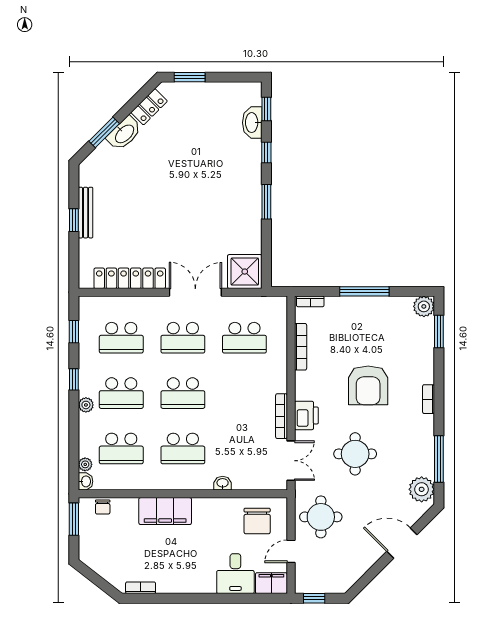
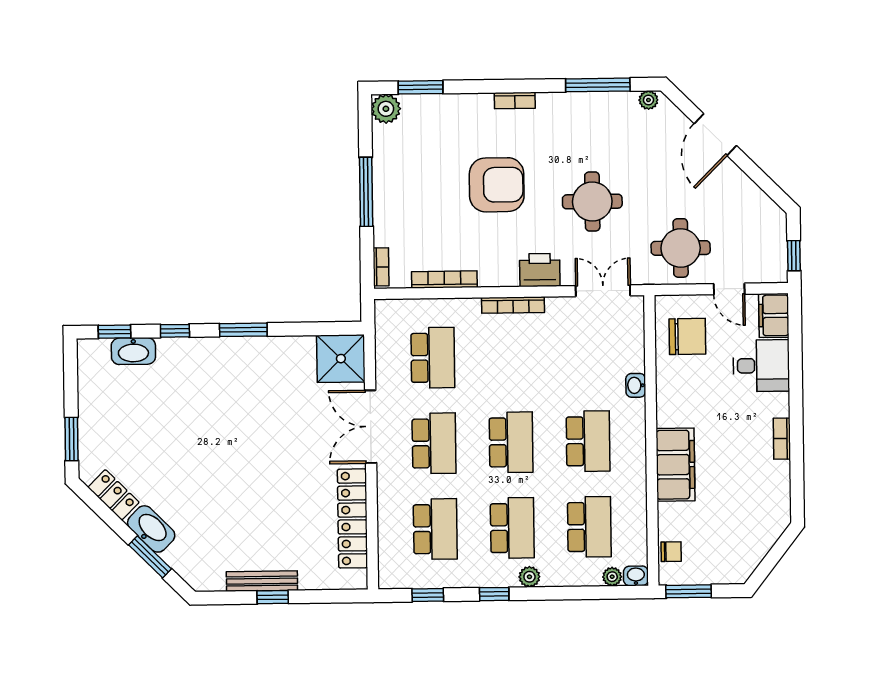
bookcase: (281, 416) -> (513, 305), moved
plant: (422, 489) -> (648, 100), width x0.53, depth x0.53
bookcase: (141, 588) -> (782, 439), moved

